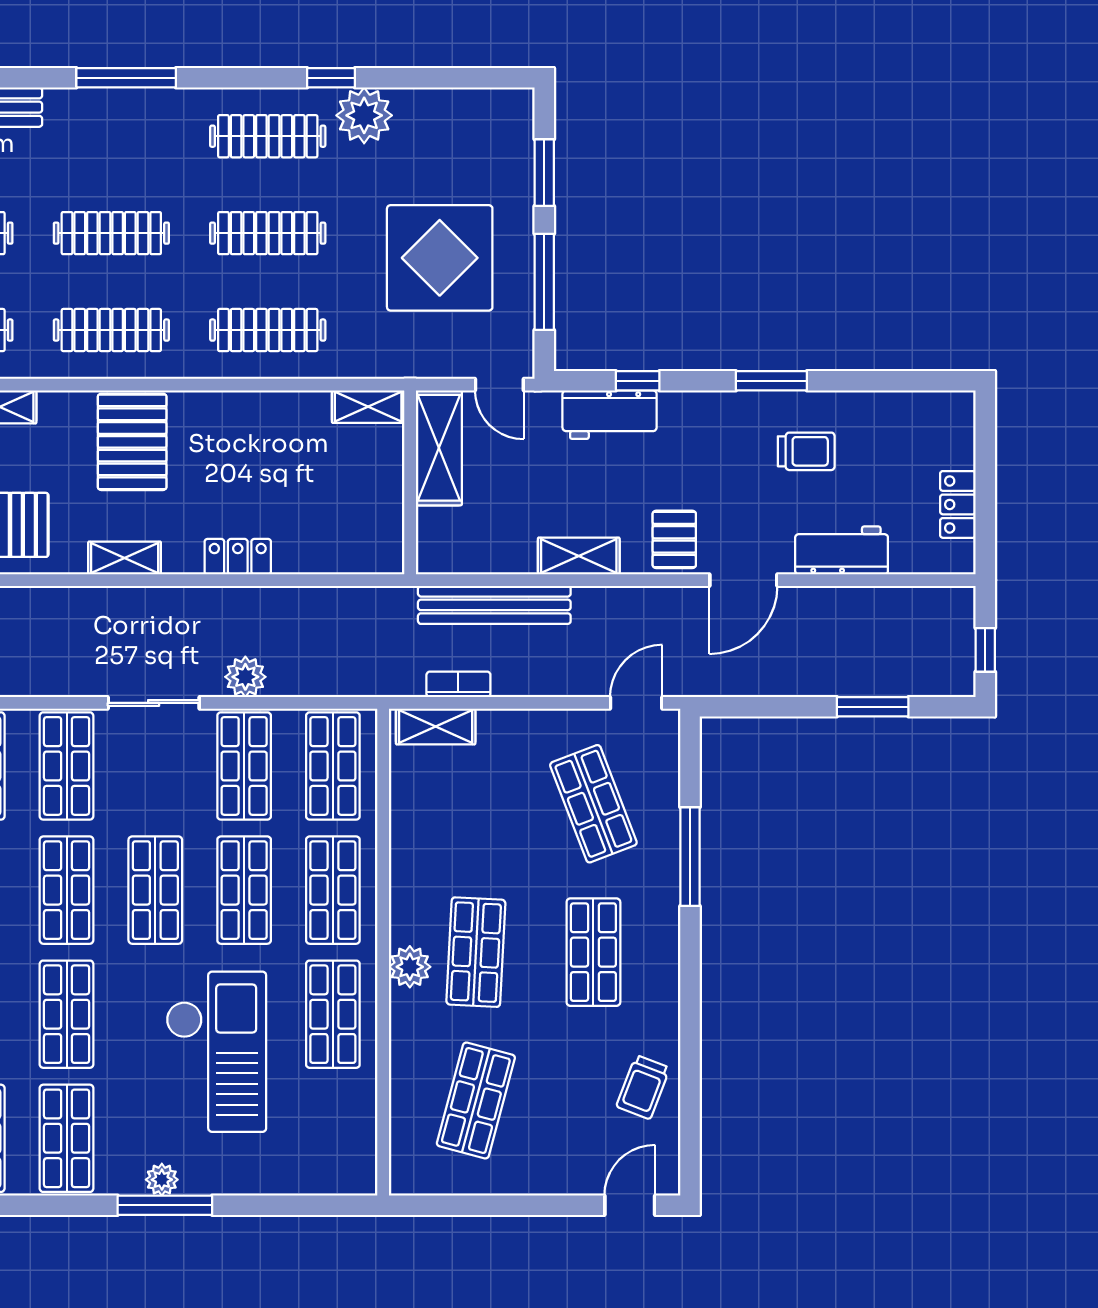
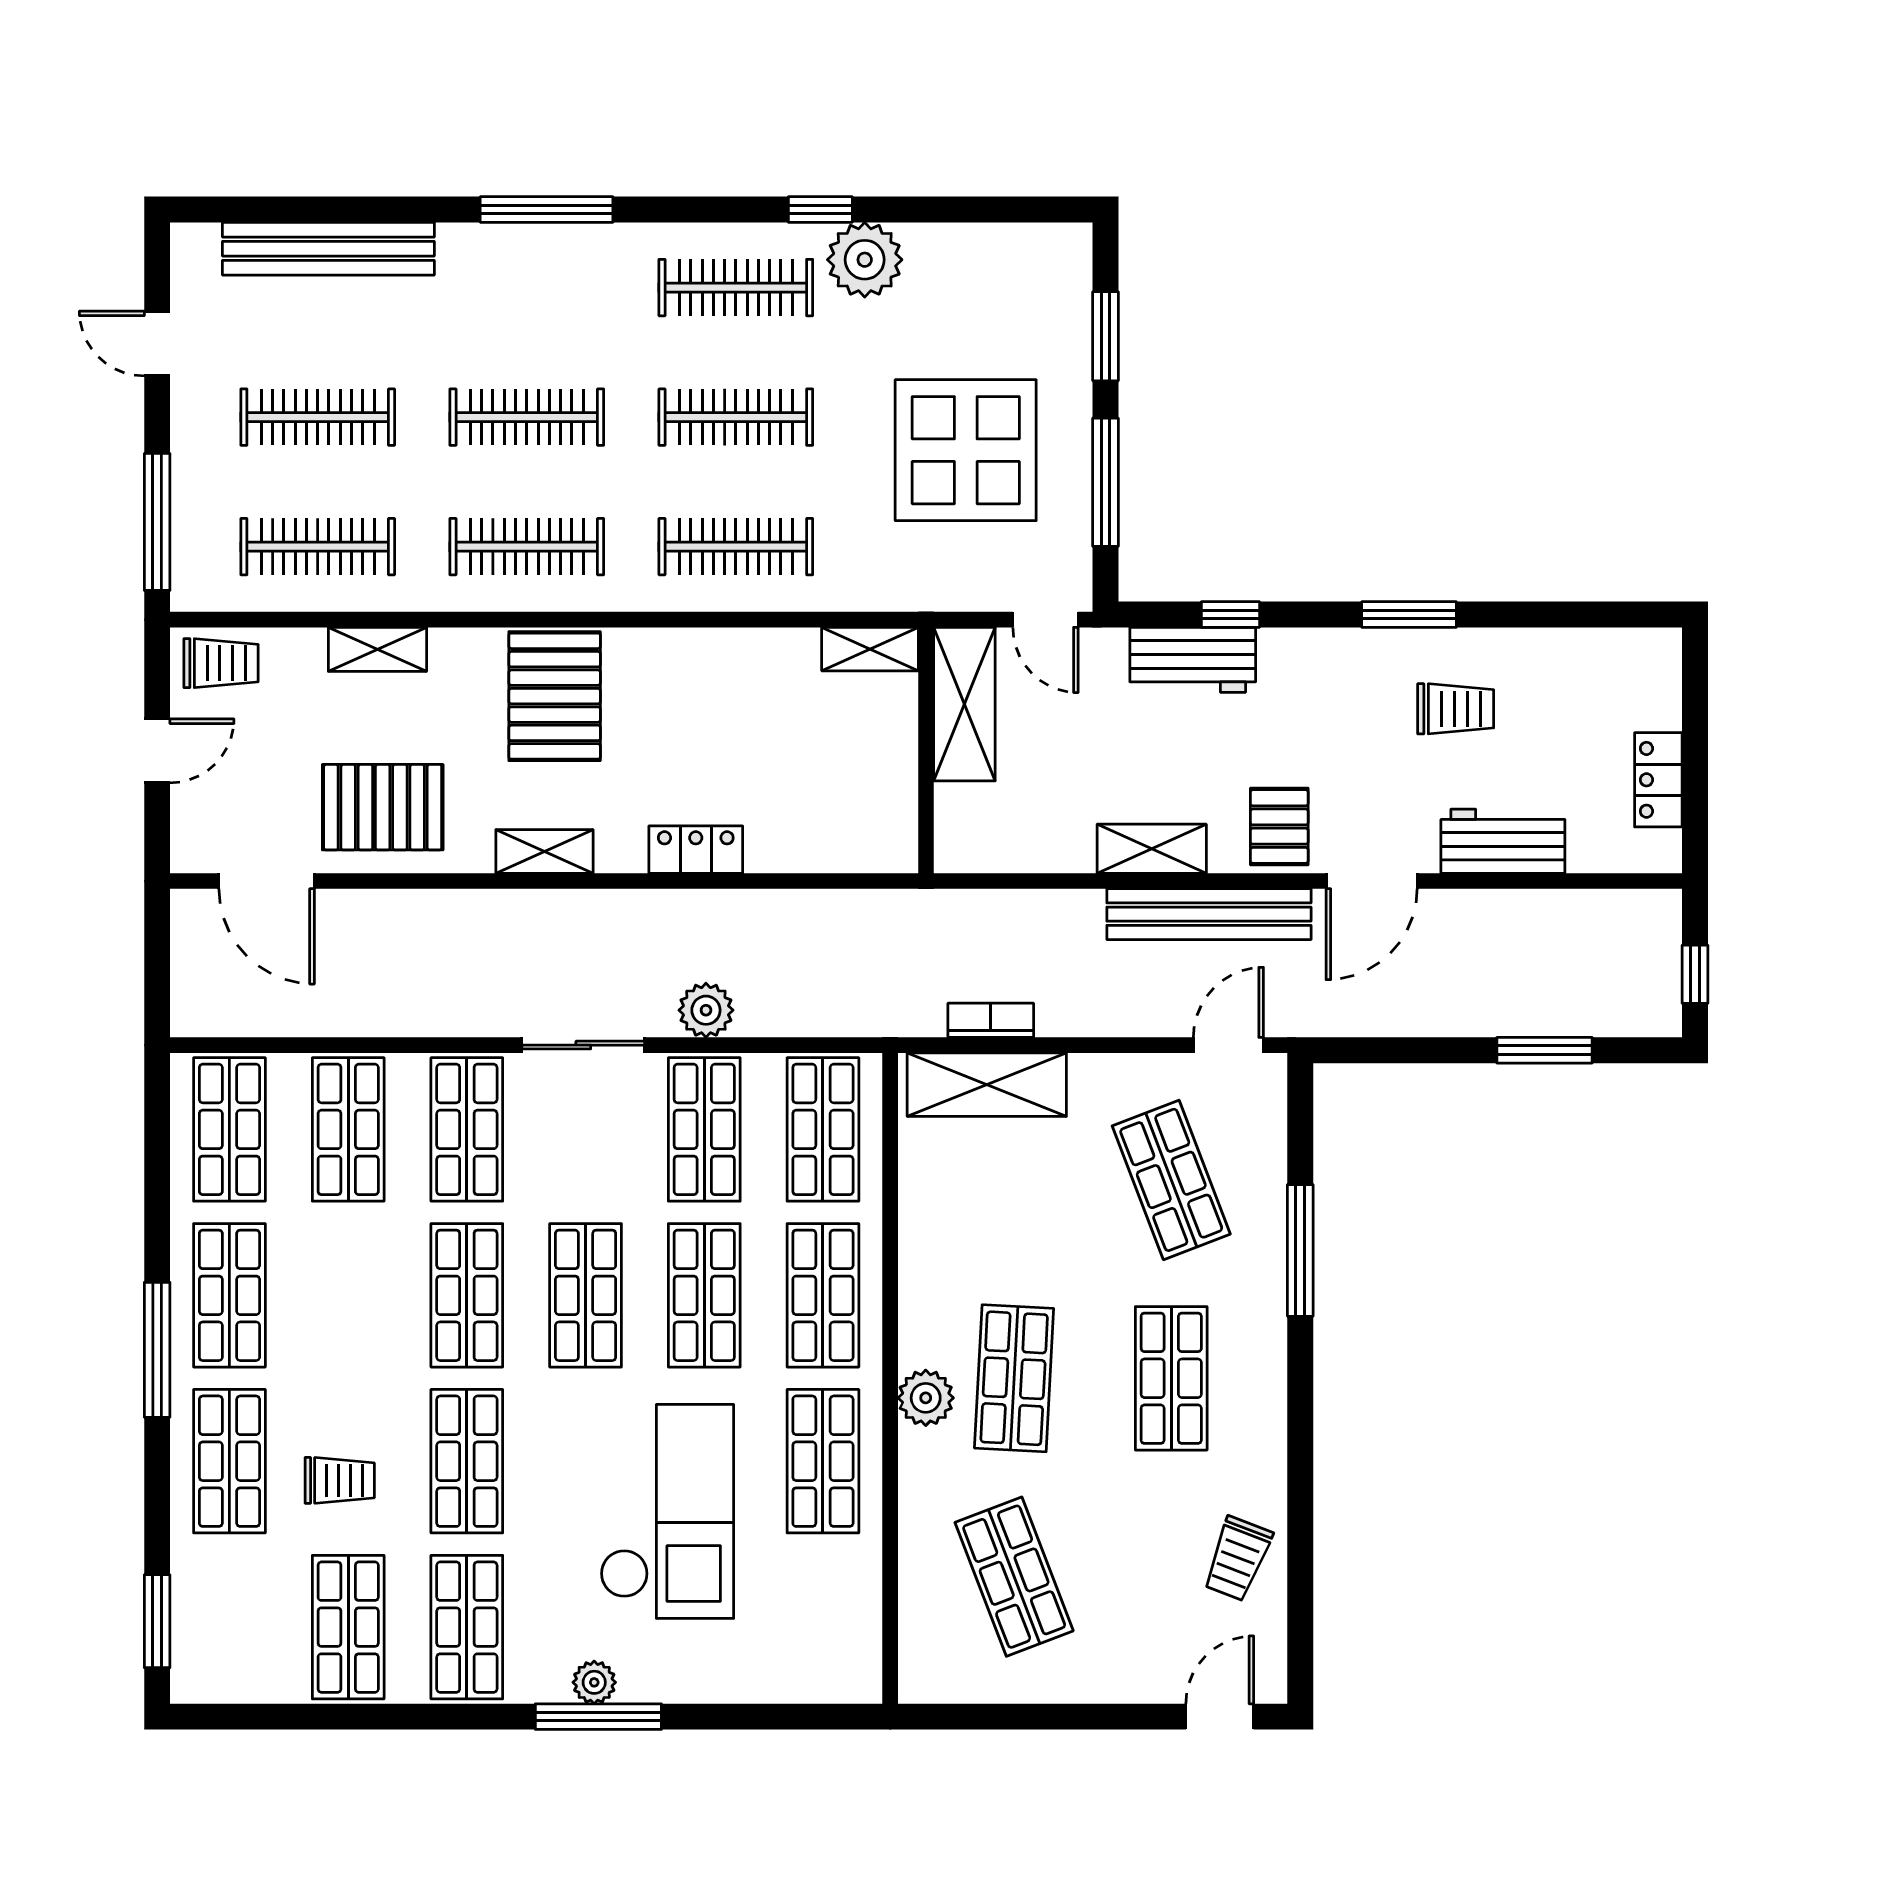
bench: (494, 605) -> (1209, 914), moved
shelving: (436, 727) -> (987, 1085), width x1.50, depth x1.33
shop shelf: (476, 1101) -> (1014, 1577), turned -36

